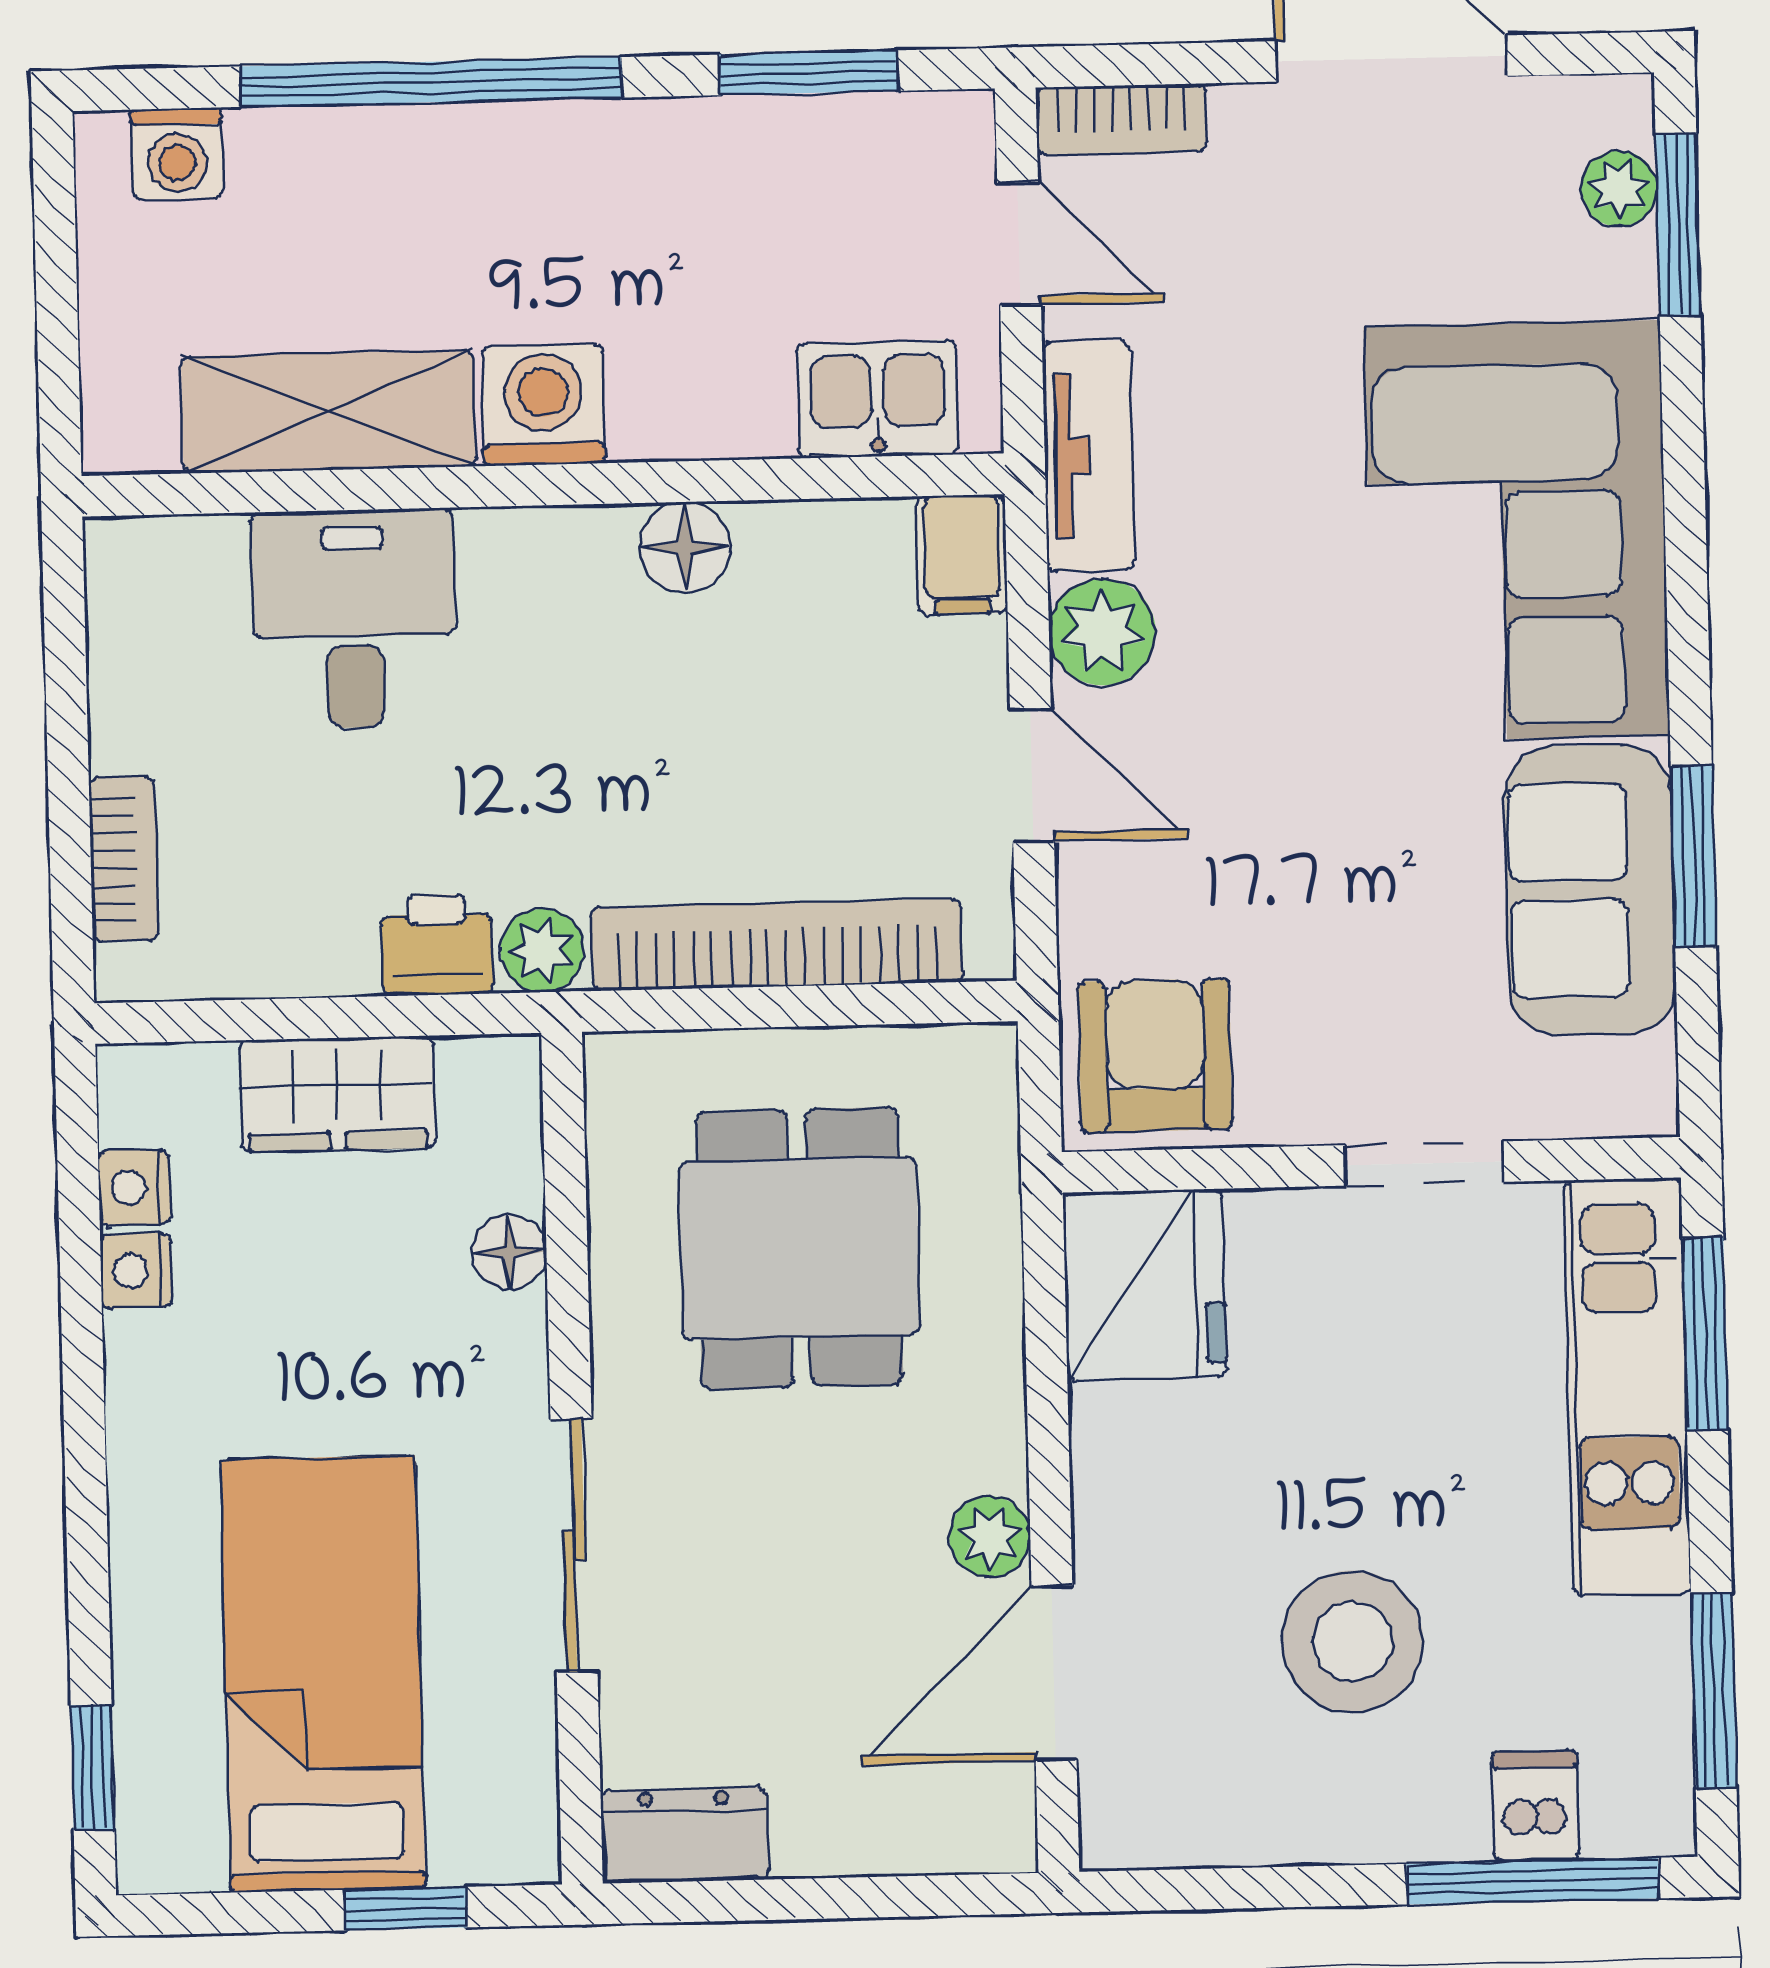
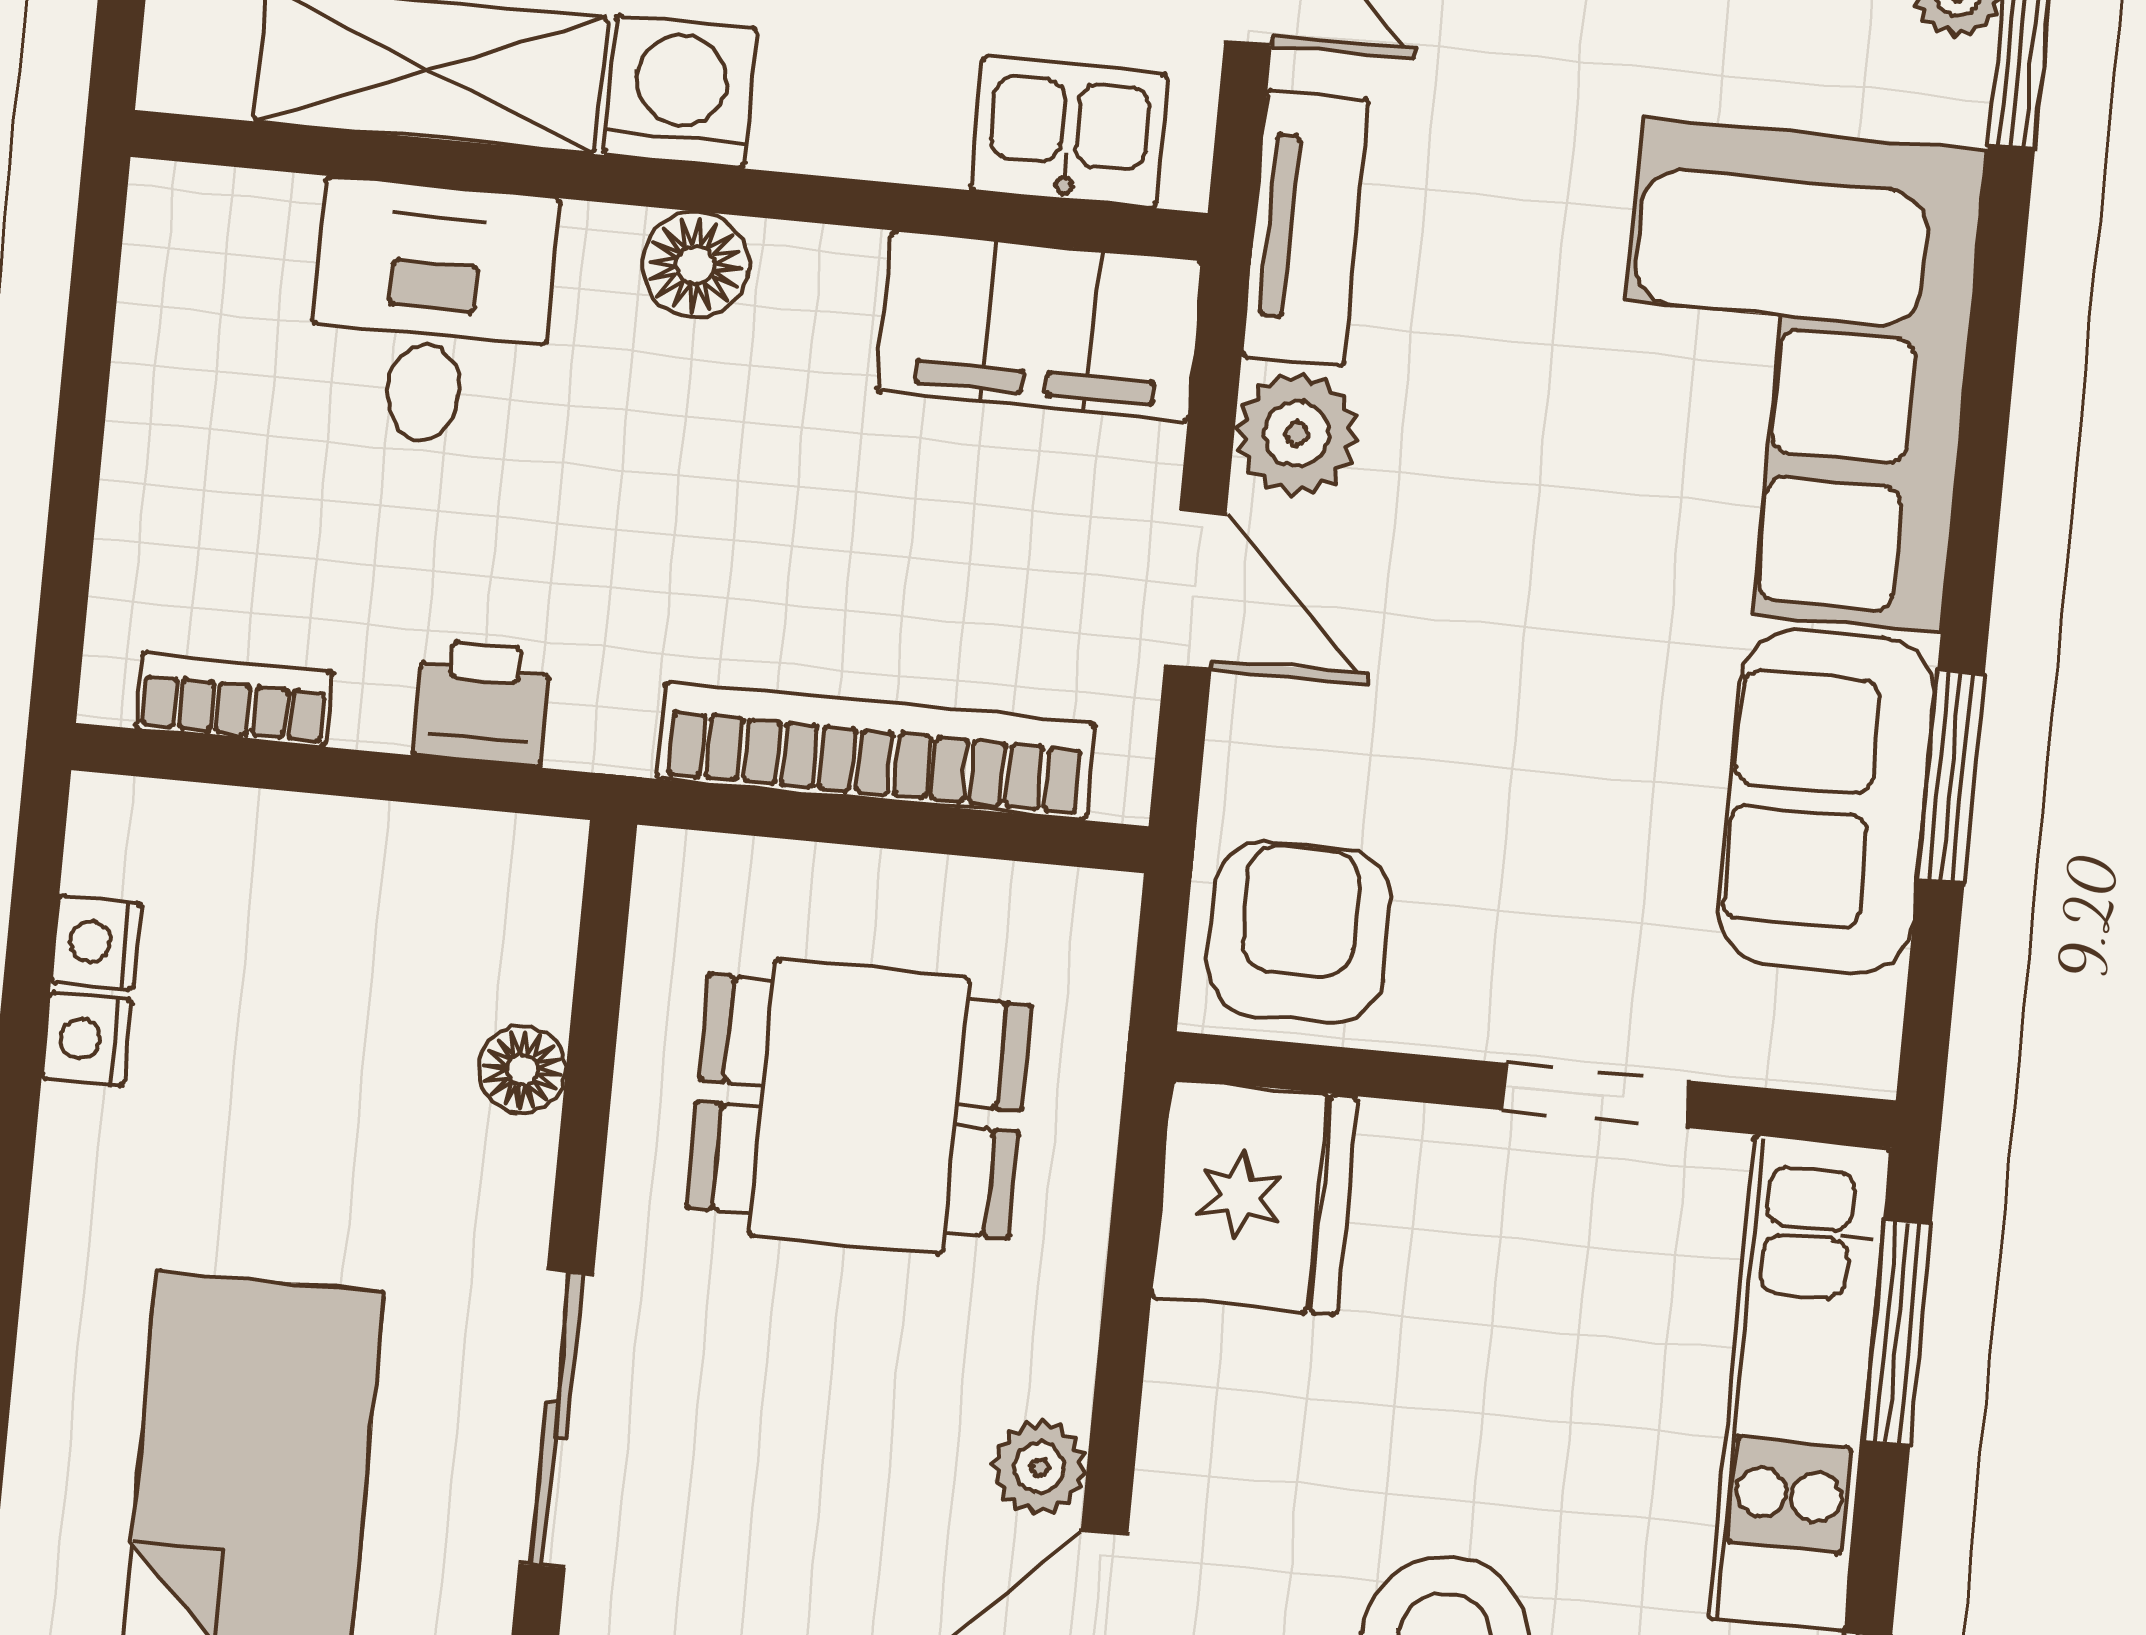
floor lamp: (685, 547) -> (695, 265), moved
filing cabinet: (962, 555) -> (1040, 326), width x3.00, depth x1.17
bookcase: (124, 859) -> (234, 700), moved, turned -90
plant: (542, 951) -> (603, 725), removed
wardrobe: (337, 1094) -> (345, 862), removed
dining table: (799, 1248) -> (859, 1106), turned 90

